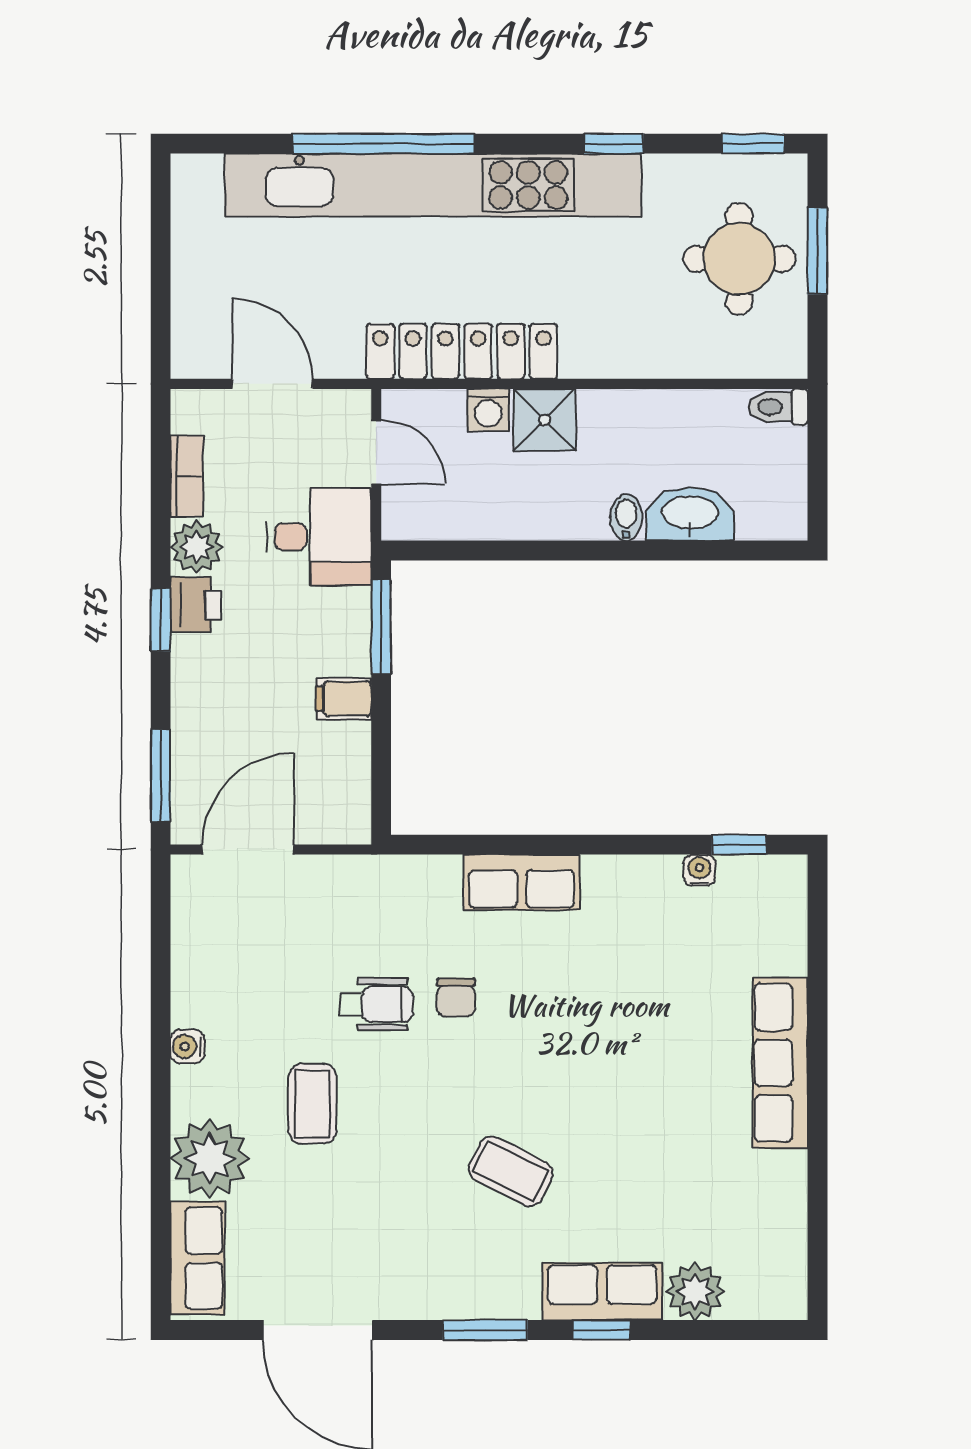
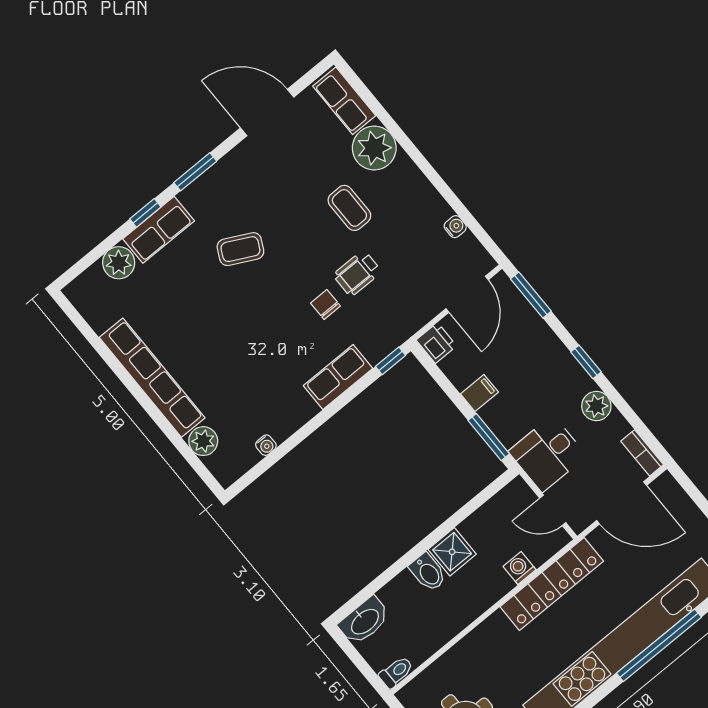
door: (272, 384) -> (622, 503), width x1.36
shower: (544, 420) -> (452, 552), moved
bookcase: (187, 476) -> (642, 453), moved
washbasin: (690, 514) -> (364, 621), moved
bidet: (626, 517) -> (428, 572), width x1.38, depth x1.36
printer: (195, 605) -> (436, 343), moved, turned 180
window: (739, 845) -> (391, 361), moved
plant: (782, 948) -> (203, 441), added
water cooler: (187, 1047) -> (455, 227), moved
row of seats: (780, 1063) -> (152, 378), width x1.36

